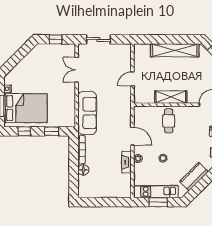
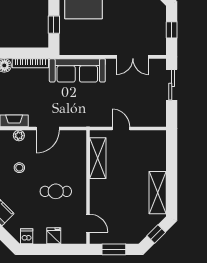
shelving: (175, 50) -> (158, 193), width x0.68
double door: (77, 70) -> (133, 57), swing flipped
shelving: (171, 97) -> (98, 158), moved
cafe table: (169, 121) -> (56, 191), moved

